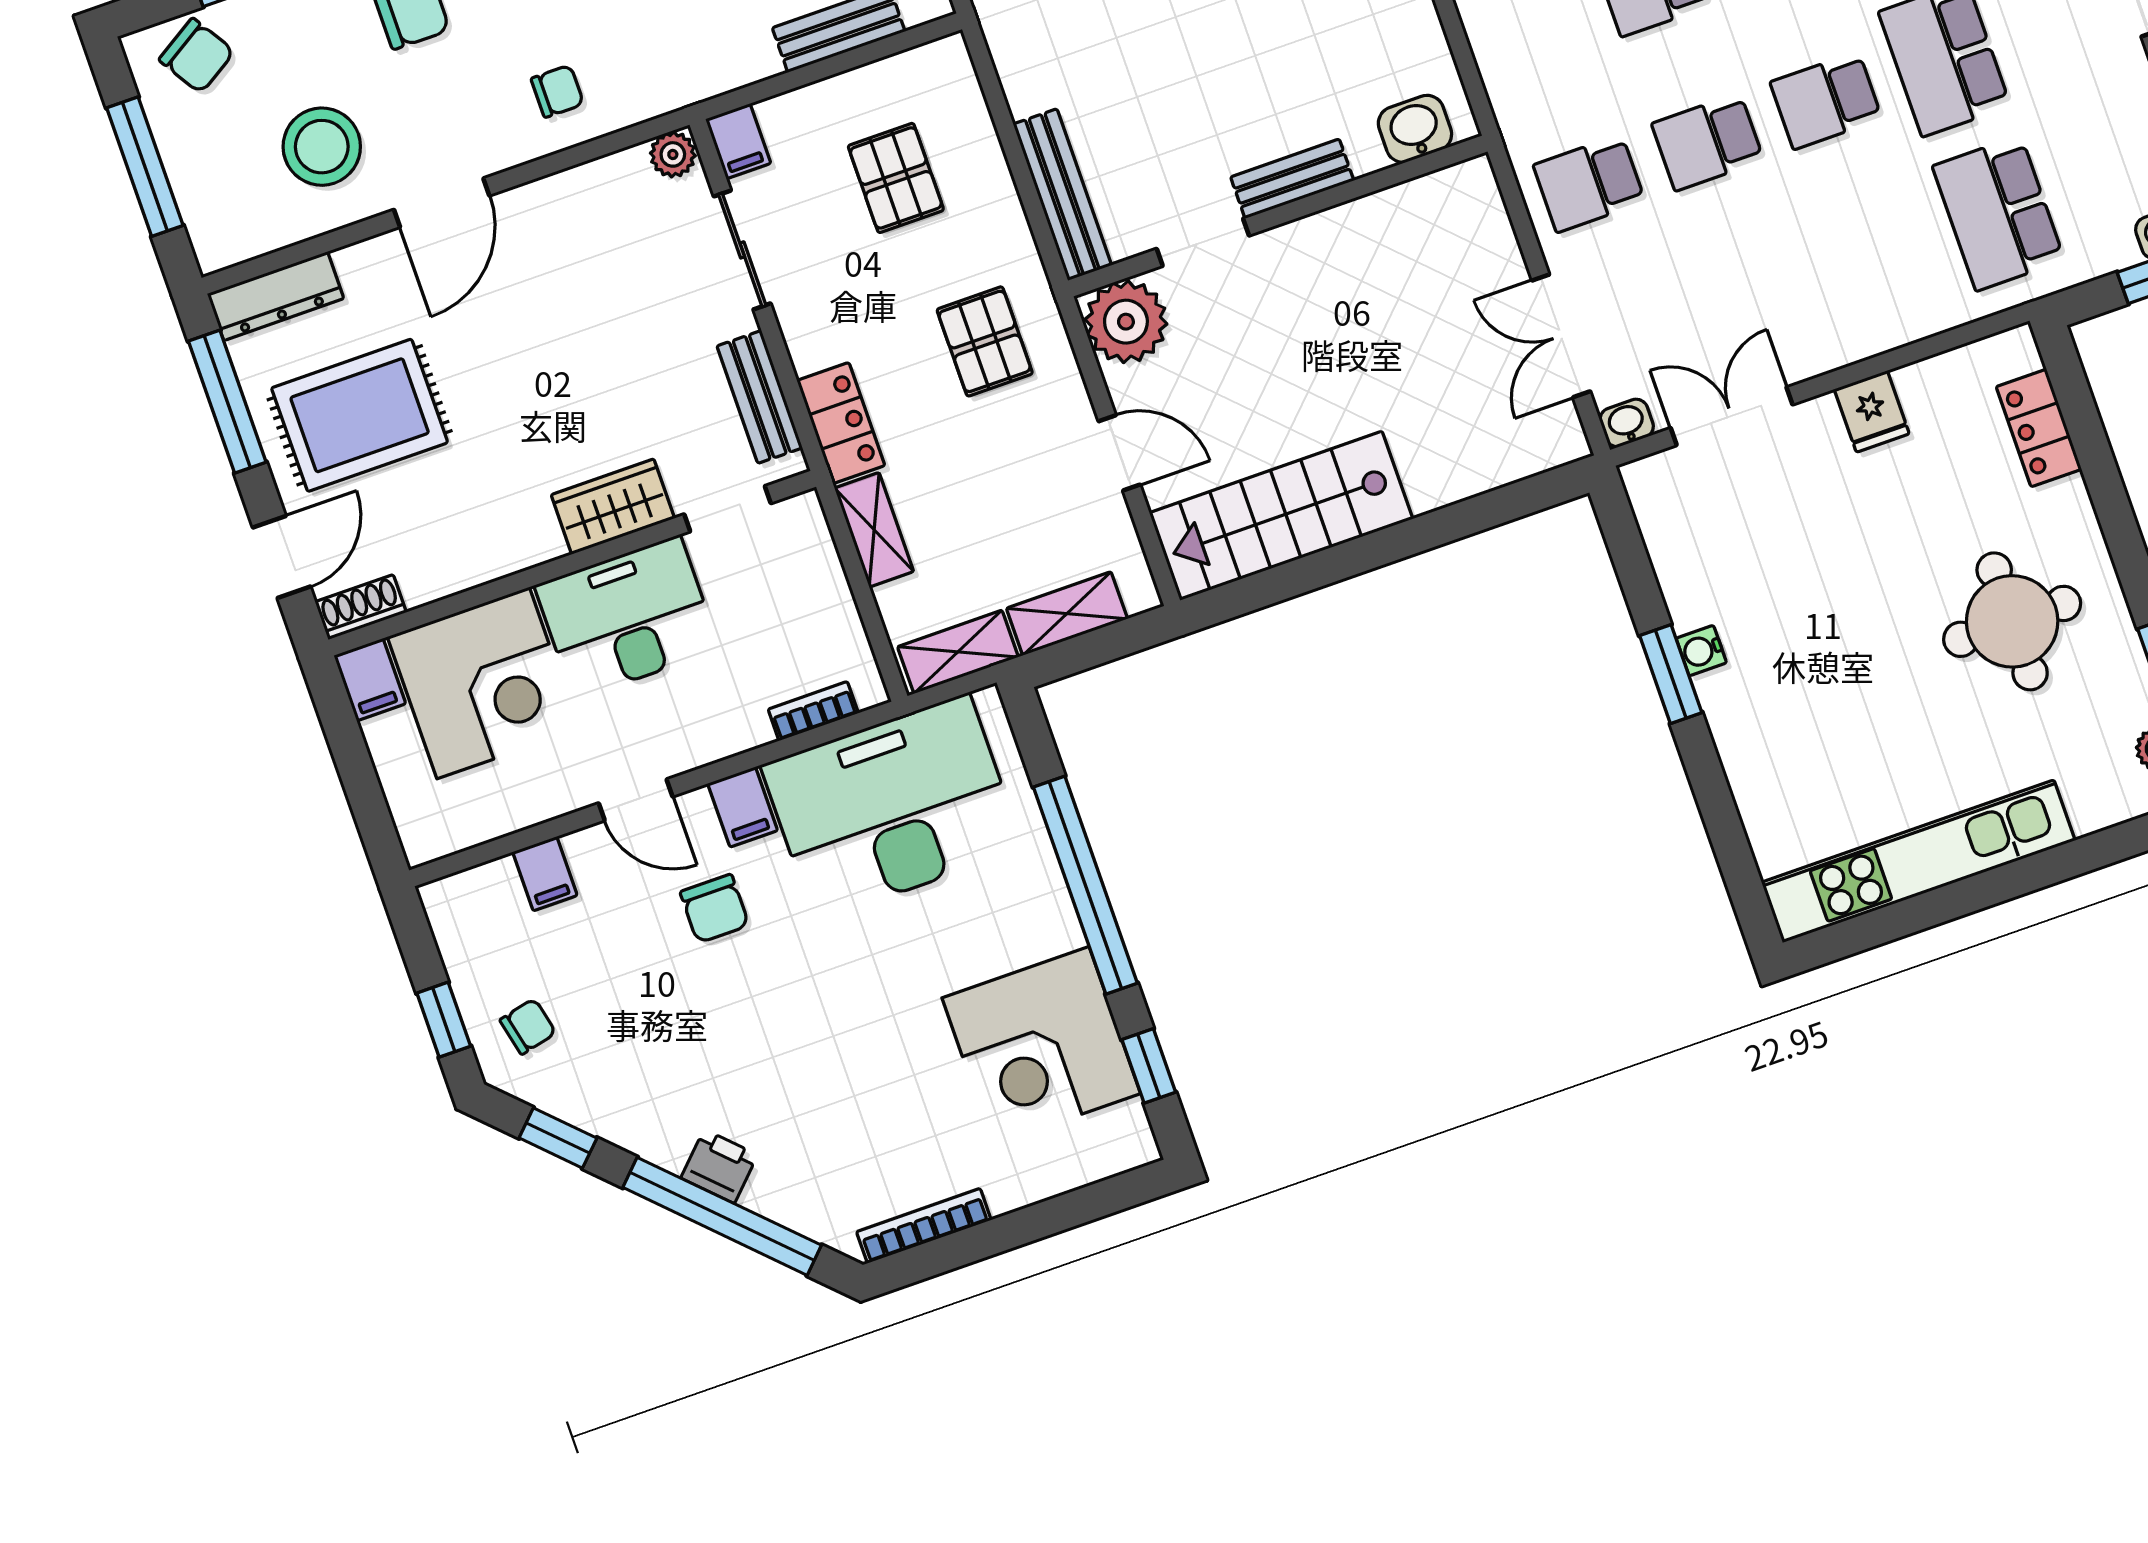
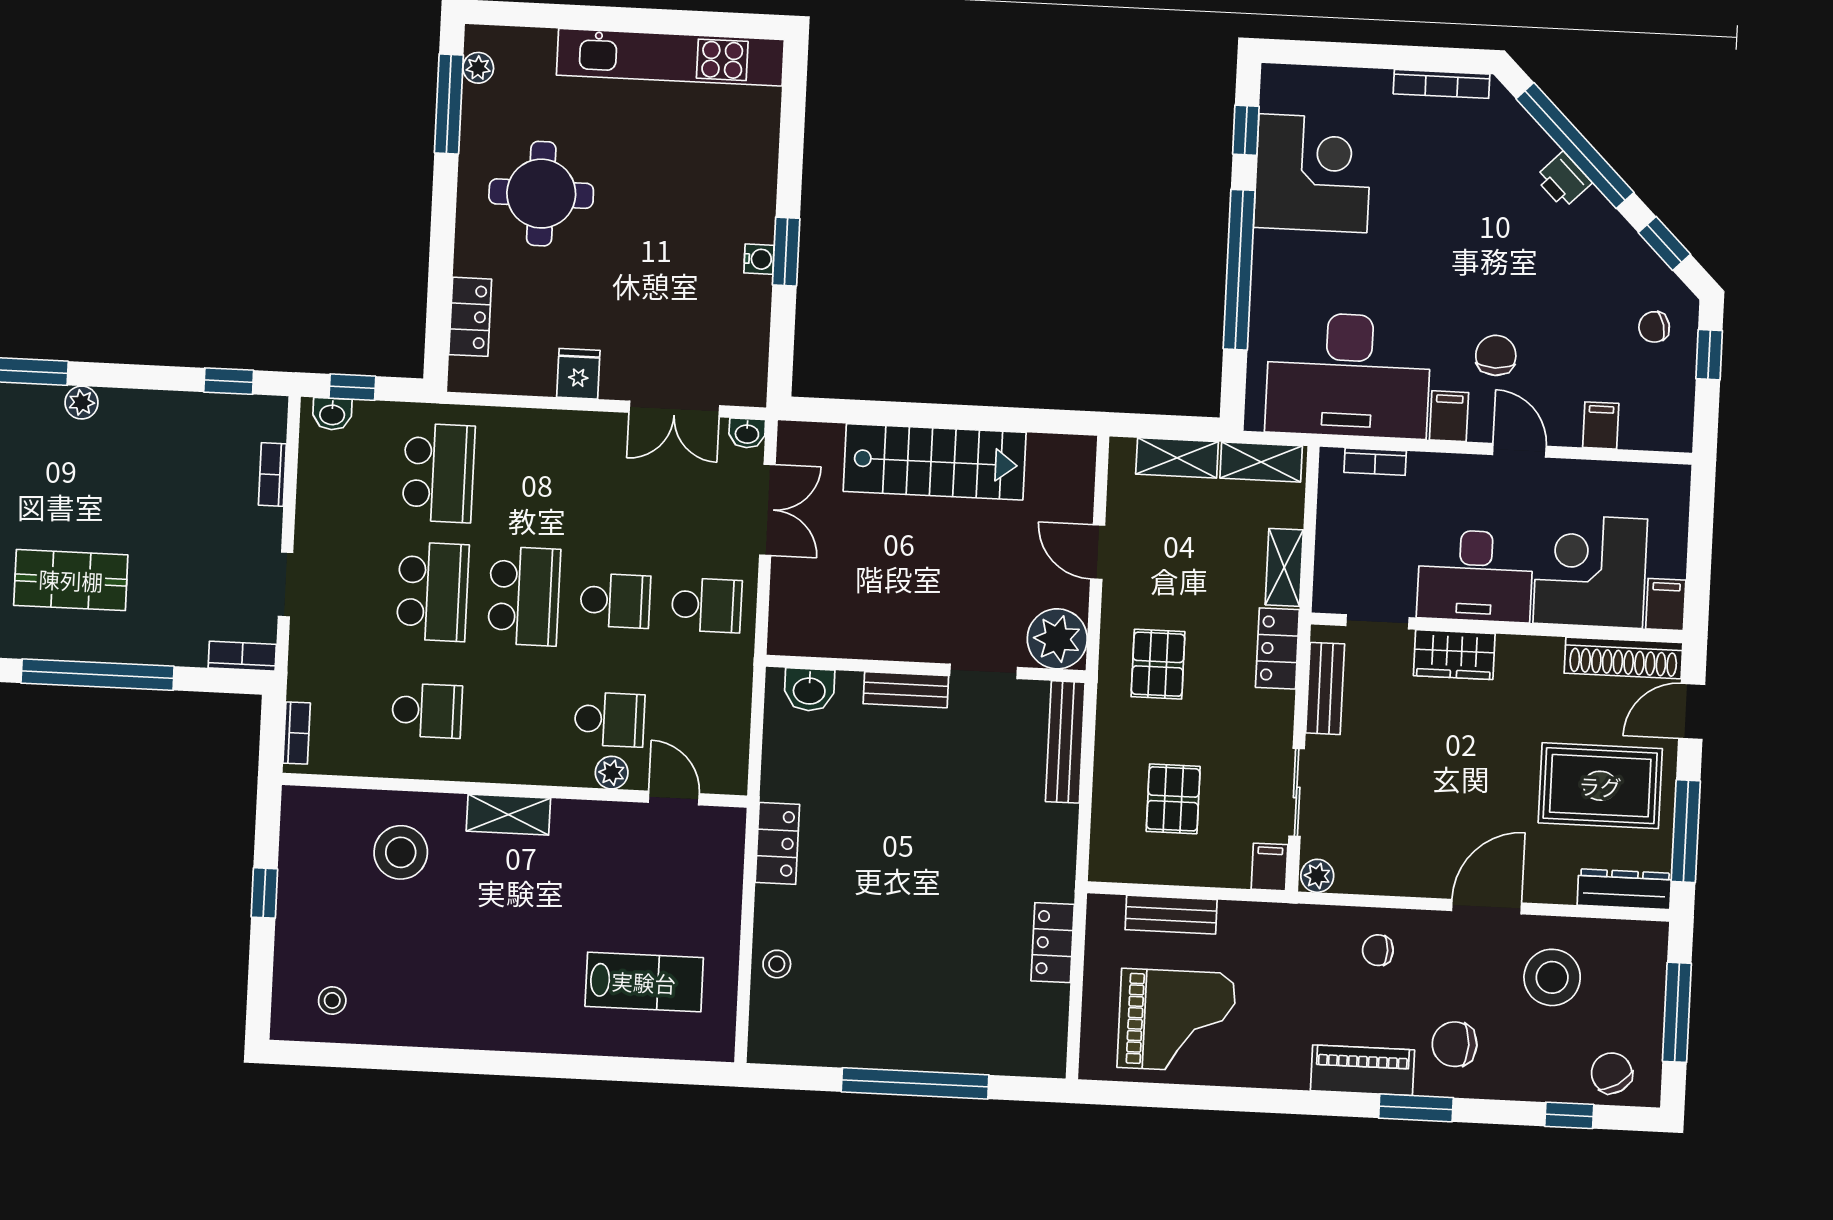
school desk: (1826, 101) -> (524, 596), width x1.85
stairs: (1281, 516) -> (935, 462), moved
shoe rack: (361, 607) -> (1623, 658), width x1.94, depth x1.24

